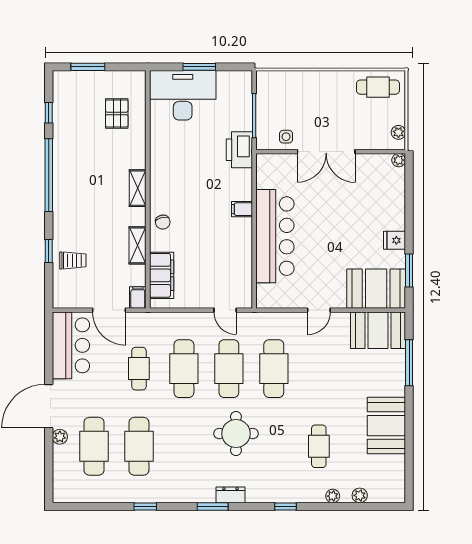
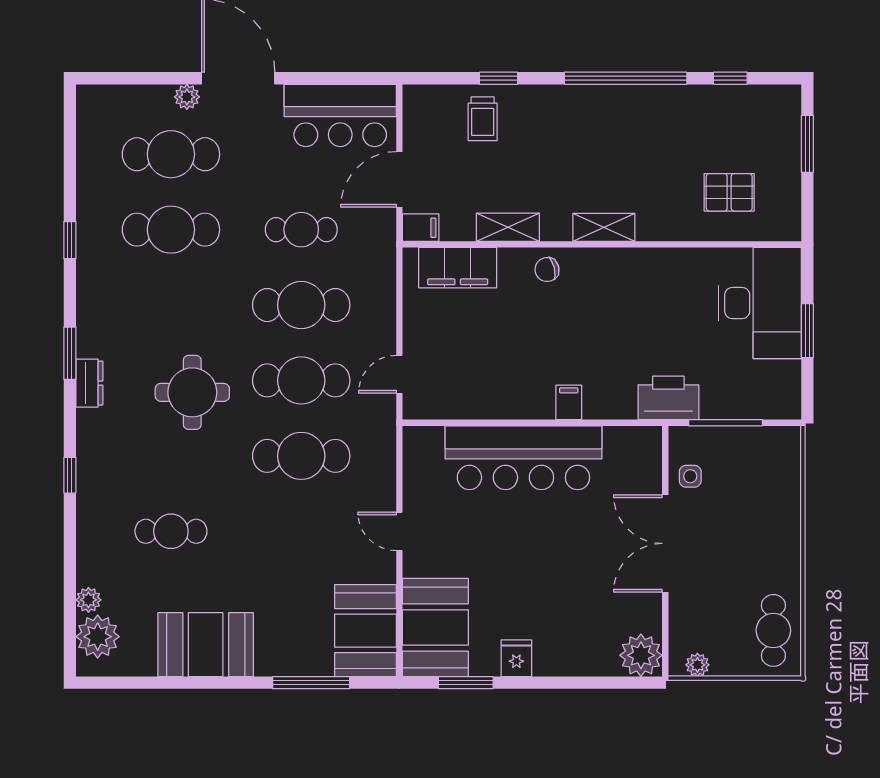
plant: (399, 160) -> (641, 655), width x1.87, depth x1.87
plant: (333, 496) -> (98, 637), moved, width x1.88, depth x1.88

